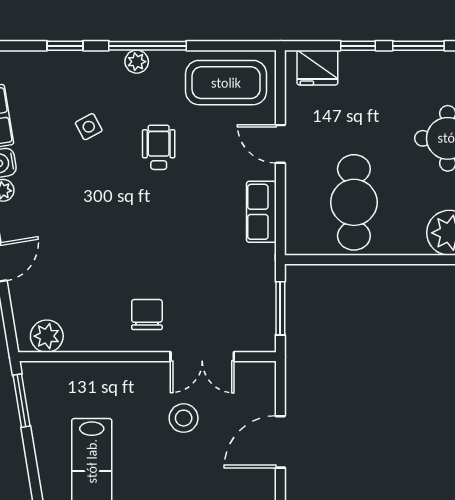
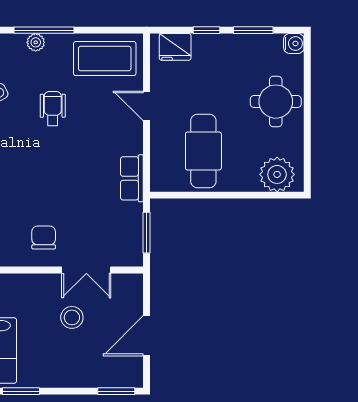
row of seats: (261, 212) -> (132, 178), moved

